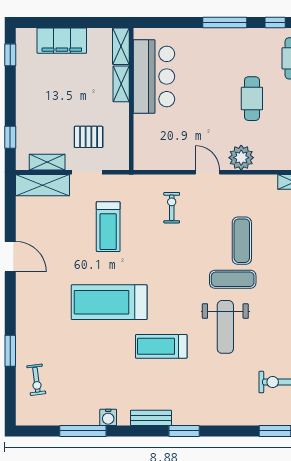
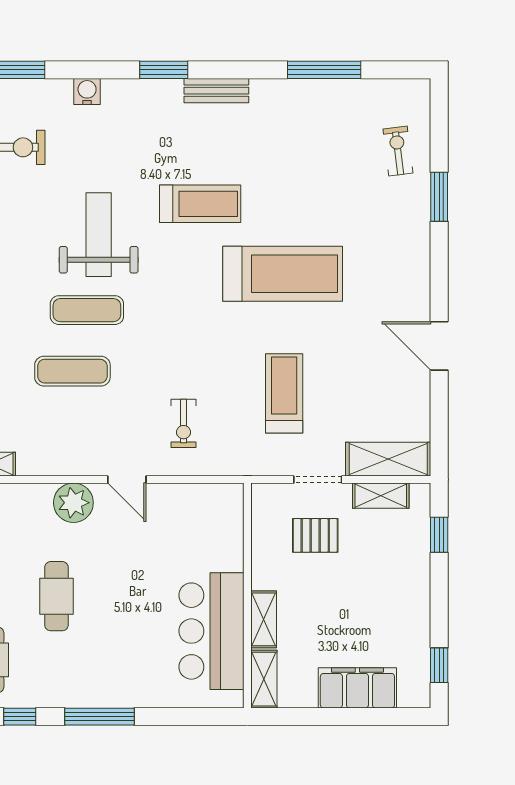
exercise mat: (242, 241) -> (72, 371), turned 90
water cooler: (108, 417) -> (87, 91), moved

